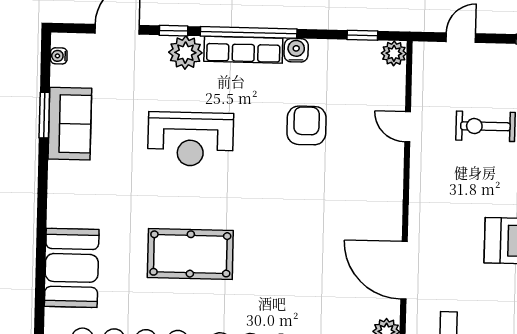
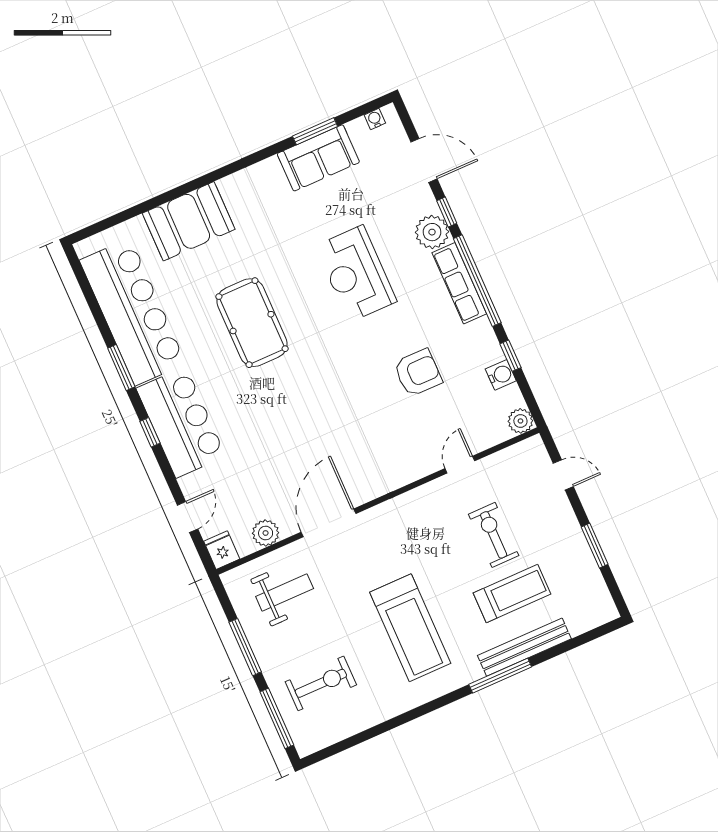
window: (362, 35) -> (510, 356), moved
water cooler: (296, 50) -> (501, 375), moved

